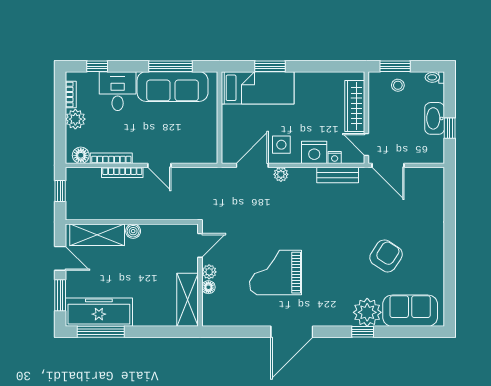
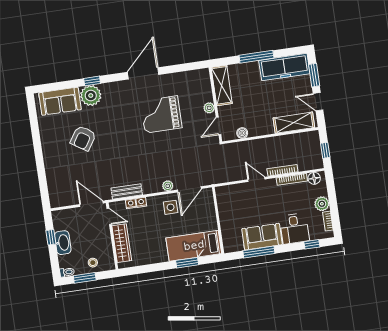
window: (395, 66) -> (85, 278), moved
sofa: (173, 87) -> (262, 237), width x0.73
nightstand: (314, 152) -> (141, 202), width x0.53, depth x0.56
boiler: (133, 231) -> (242, 133), moved
grand piano: (275, 273) -> (161, 114), turned 180
floor lamp: (208, 287) -> (208, 97), removed
window: (101, 332) -> (256, 57), moved

